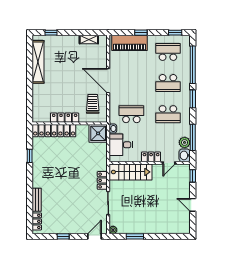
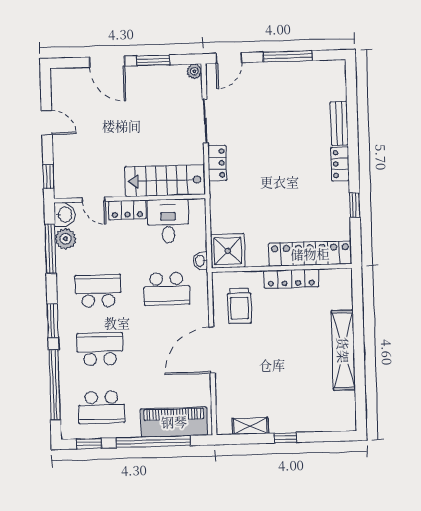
window: (51, 33) -> (285, 438), moved
window: (141, 33) -> (153, 442), width x3.17
shelving: (38, 62) -> (343, 350), moved
door: (108, 81) -> (212, 350), swing flipped
desk: (121, 145) -> (168, 221), moved, turned -90
door: (169, 163) -> (94, 200), swing flipped
locker: (37, 221) -> (340, 164), moved
window: (63, 236) -> (288, 56), width x2.17
door: (160, 236) -> (107, 62), added

